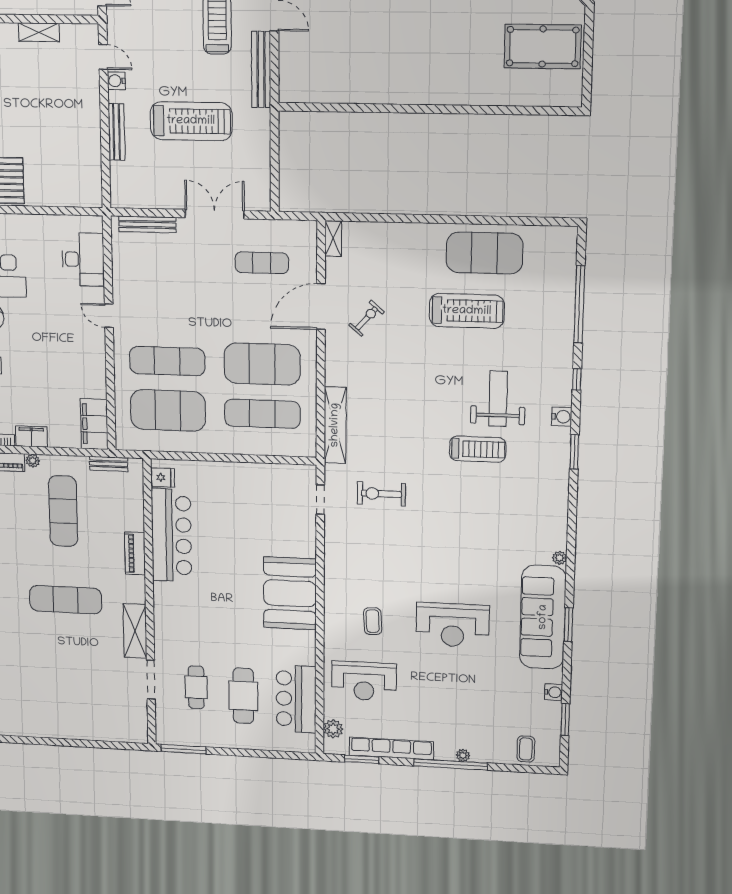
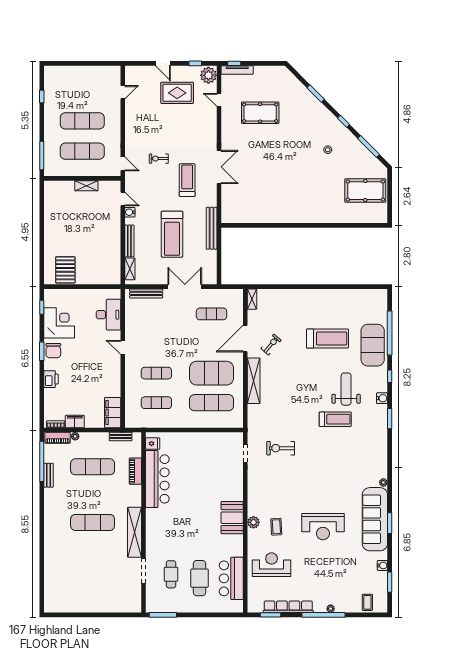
bench: (261, 70) -> (212, 228), moved
treadmill: (191, 121) -> (172, 234), turned 90
shelving: (118, 181) -> (130, 269), added
exercise mat: (485, 253) -> (373, 345), moved, turned 90
exercise mat: (167, 361) -> (156, 373), width x0.73, depth x0.69
exercise mat: (168, 410) -> (156, 403), width x0.50, depth x0.69
shelving: (335, 425) -> (254, 381), moved
exercise mat: (63, 511) -> (93, 467), turned 90
piano: (135, 553) -> (135, 471), moved
booth: (290, 593) -> (232, 518), width x0.73, depth x0.70
shelving: (135, 631) -> (134, 532), width x1.47
reception desk: (364, 681) -> (272, 565), turned 180
plant: (333, 729) -> (253, 522), moved

